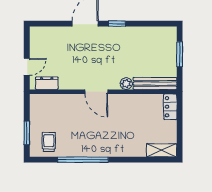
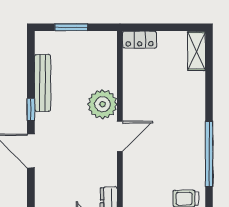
bench: (155, 83) -> (43, 83), moved
plant: (126, 84) -> (102, 104), width x1.88, depth x1.88

